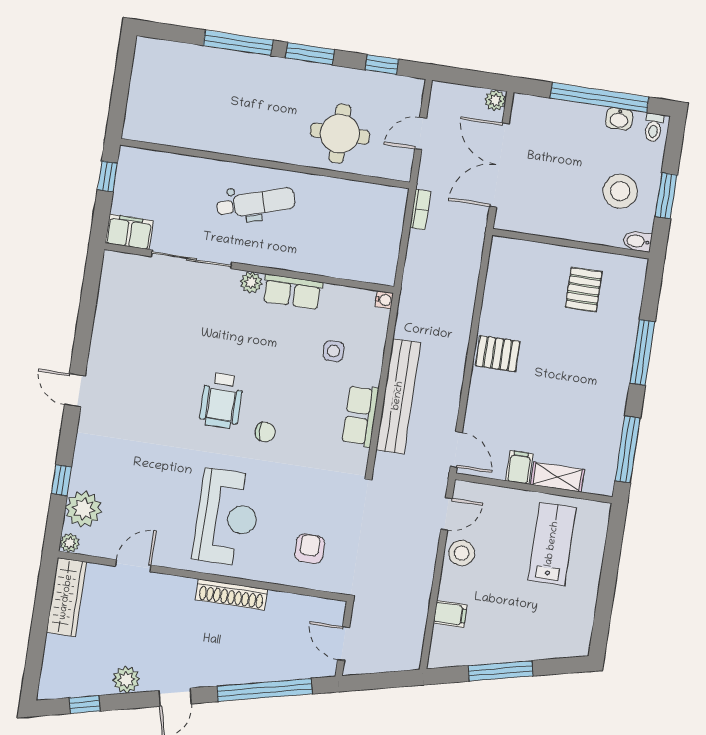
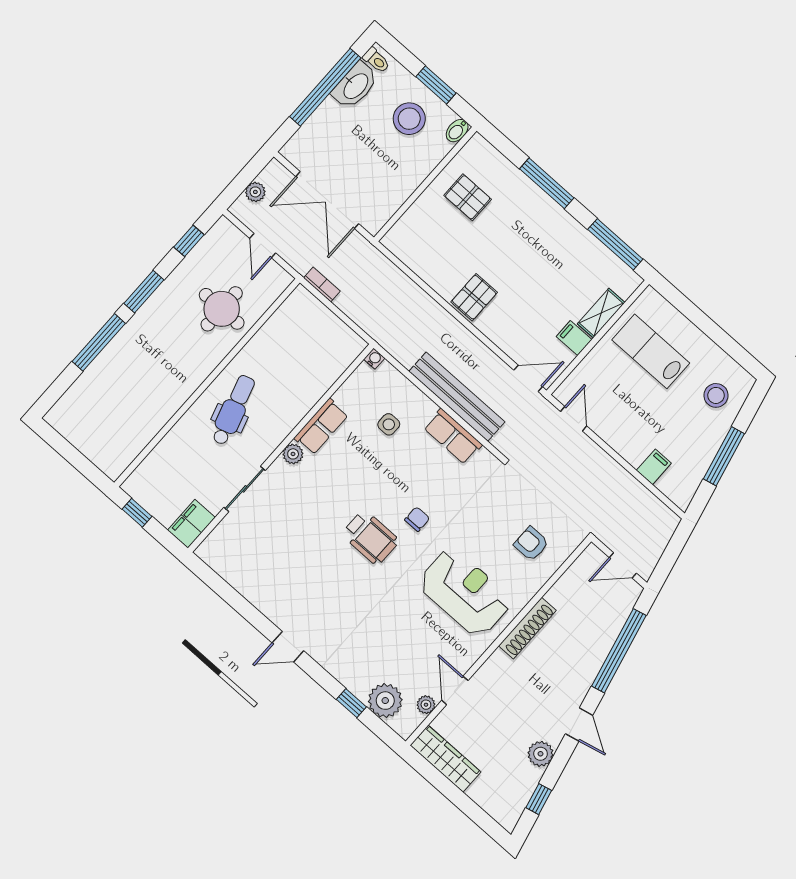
plant: (495, 100) -> (255, 192), moved
washbasin: (619, 119) -> (355, 86), width x1.91, depth x1.45
sliding door: (192, 259) -> (245, 489), width x0.73
plant: (70, 543) -> (426, 705), moved
stool: (462, 553) -> (716, 395), moved

